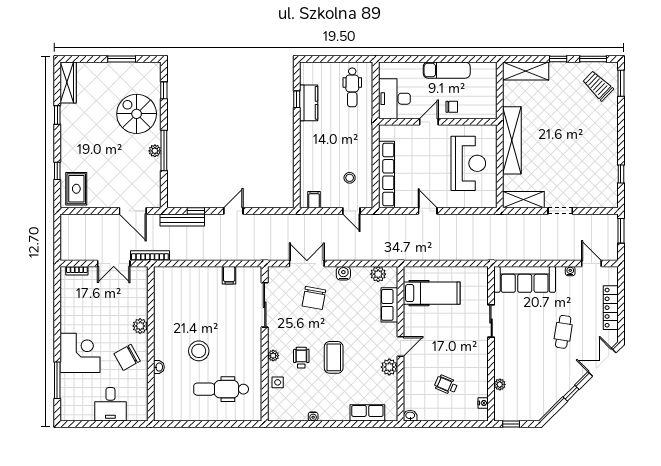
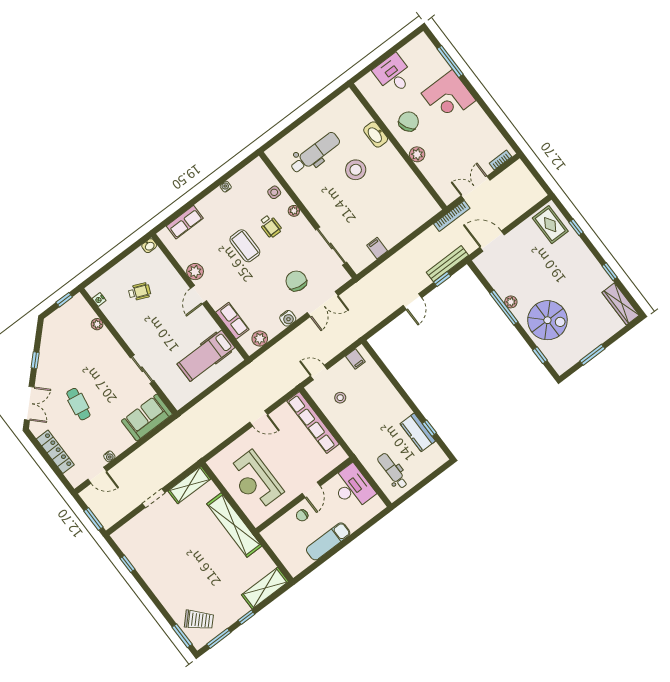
sofa: (525, 279) -> (147, 418), width x0.73
washbasin: (159, 367) -> (376, 134), width x1.91, depth x1.45

